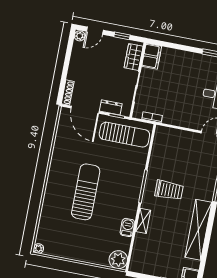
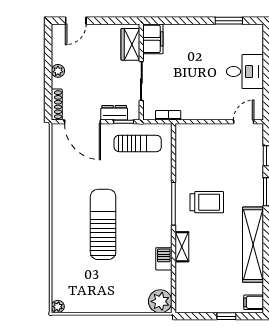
plant: (80, 36) -> (58, 71), moved
window: (122, 36) -> (111, 21), removed
sun lounger: (124, 135) -> (138, 143), width x0.73, depth x0.75

